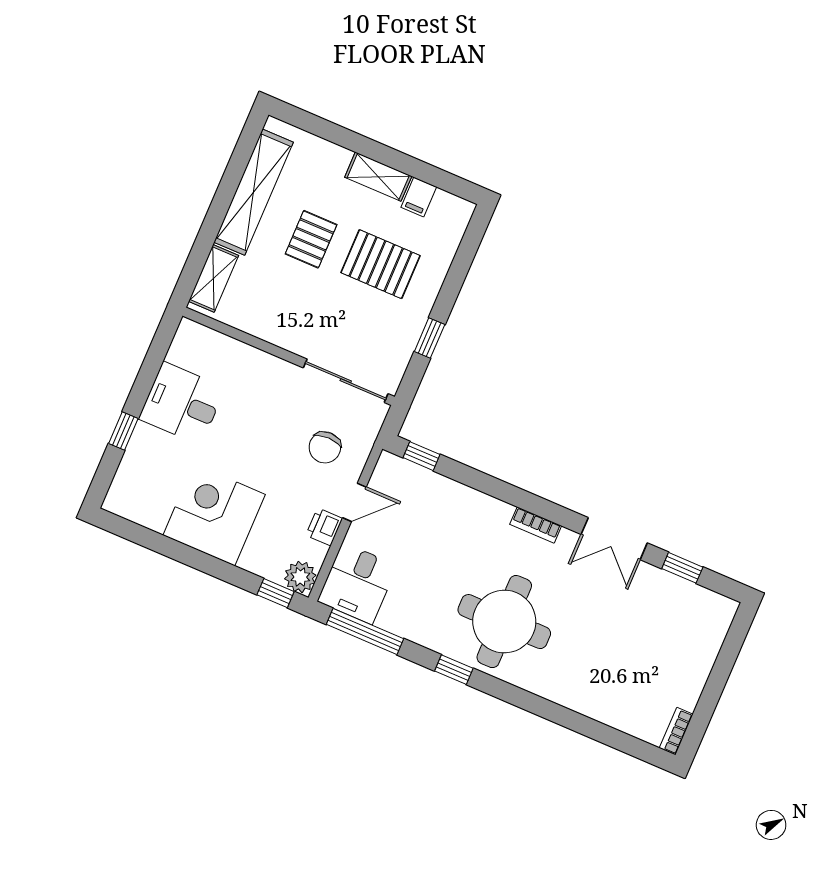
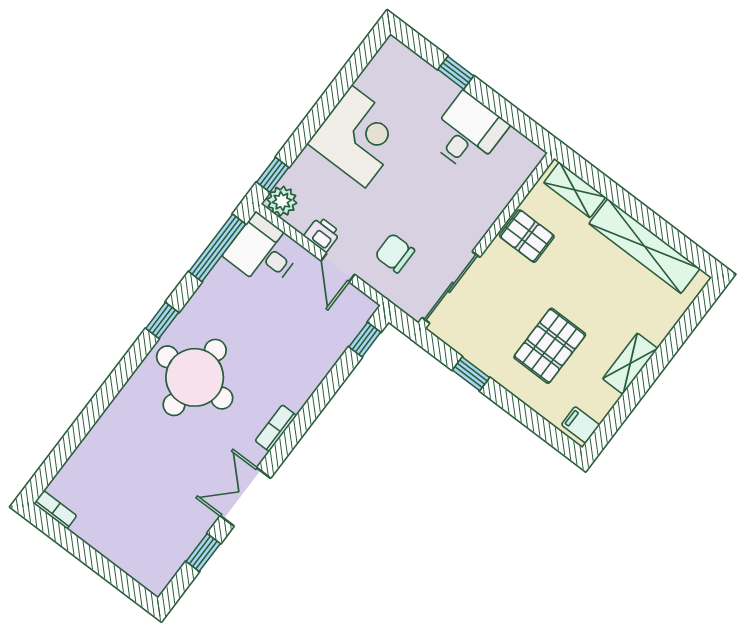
filing cabinet: (419, 197) -> (580, 425), moved
pallet: (311, 239) -> (527, 236), moved

